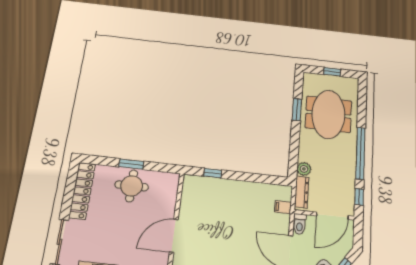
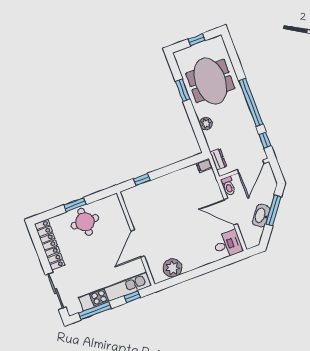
plant: (304, 169) -> (206, 124), moved
dresser: (302, 192) -> (218, 159), width x0.70
filing cabinet: (283, 207) -> (204, 165), moved

